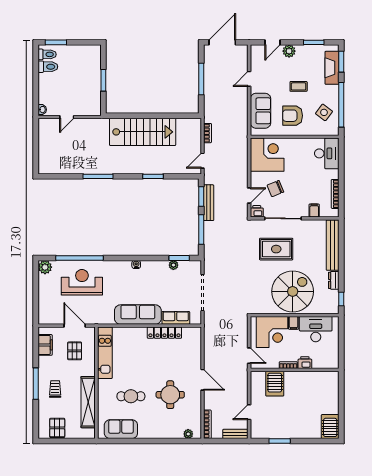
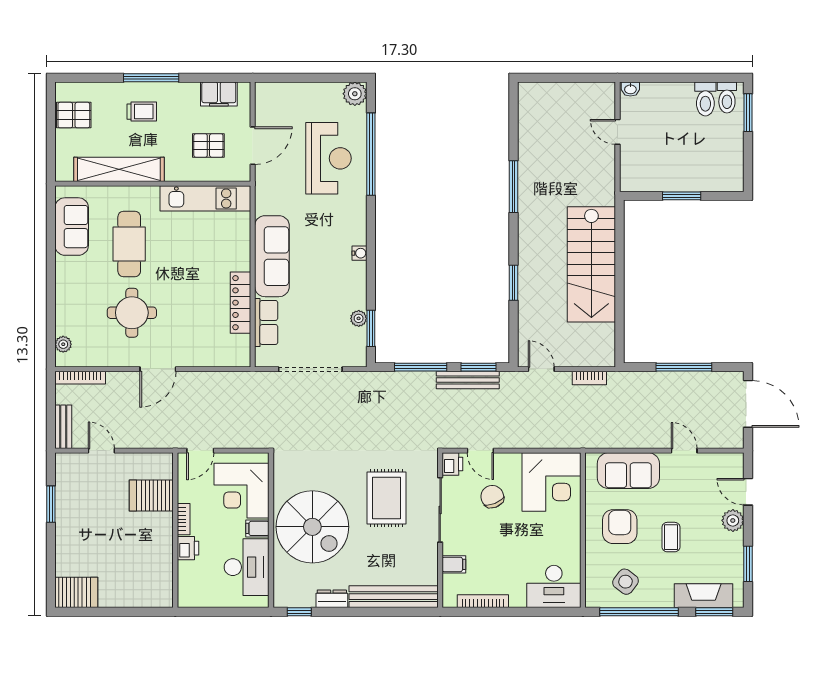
cafe table: (131, 396) -> (129, 244), width x1.37, depth x1.35

